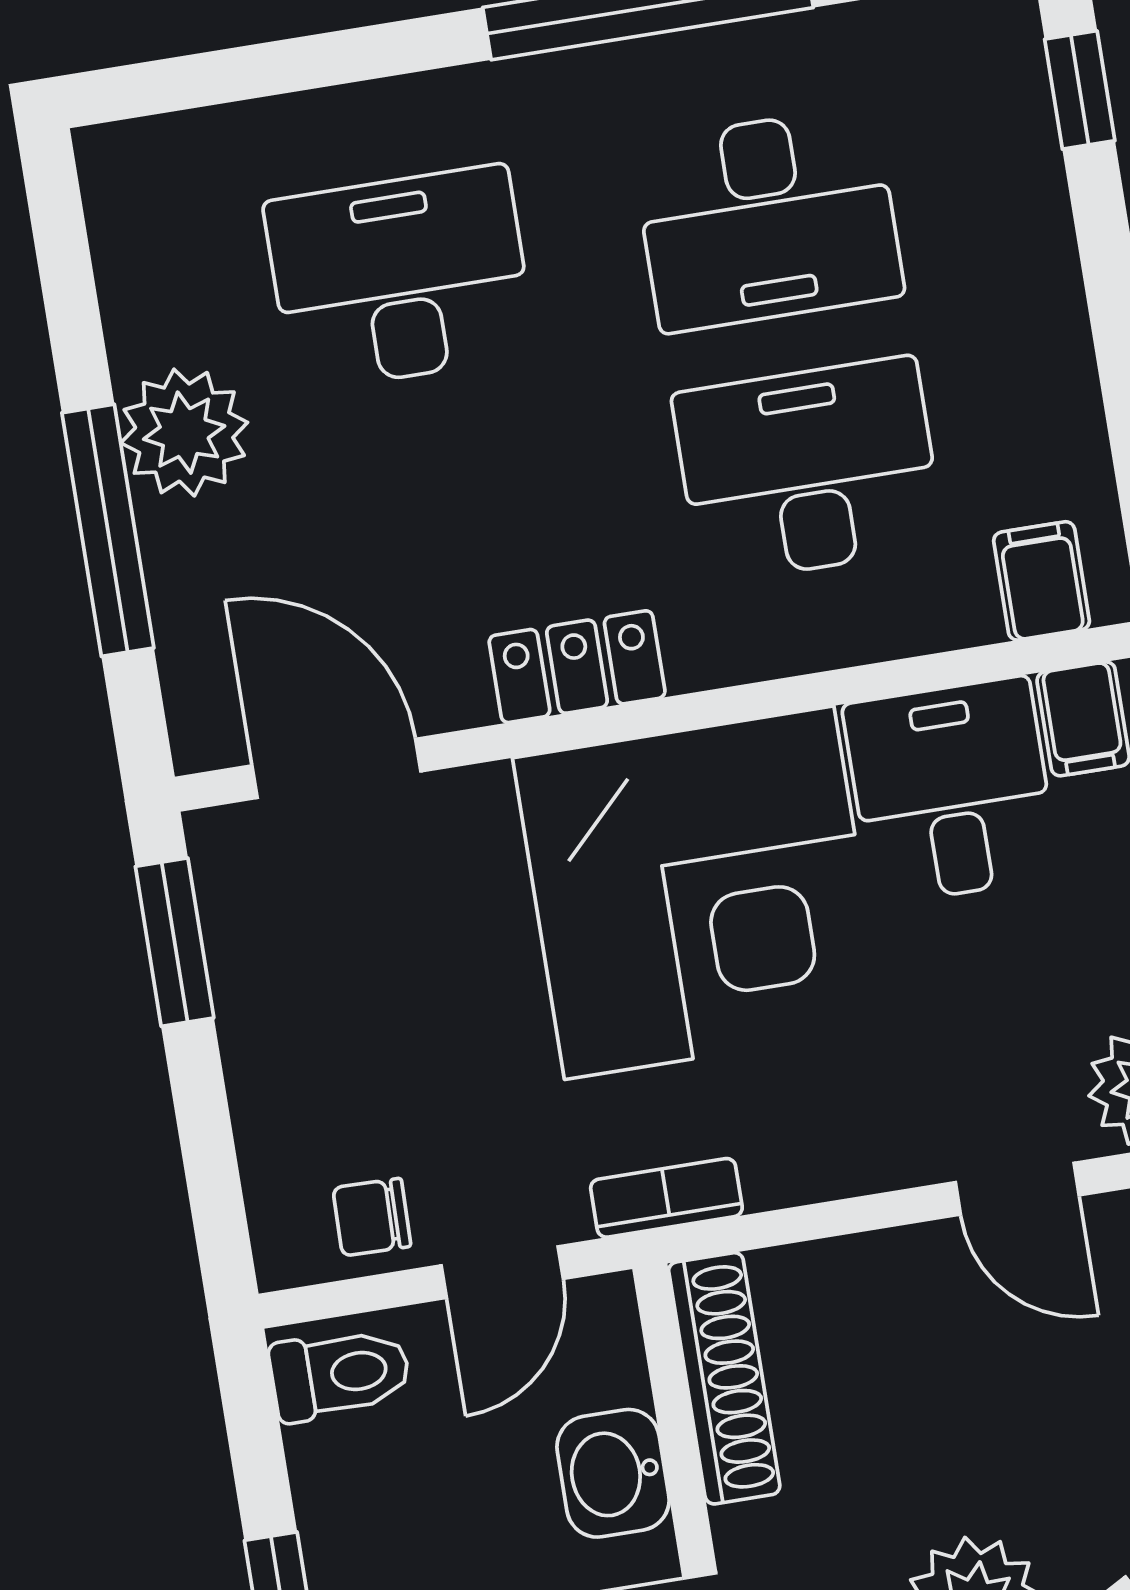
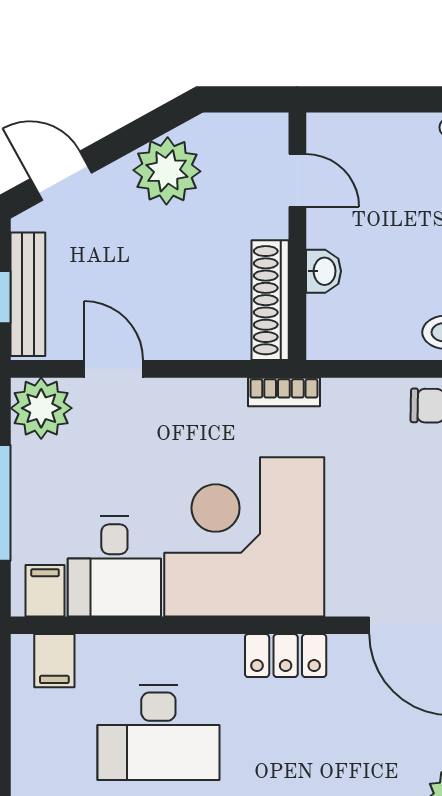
door: (502, 1272) -> (369, 369), removed
washbasin: (613, 1473) -> (324, 271), width x0.72, depth x0.69

